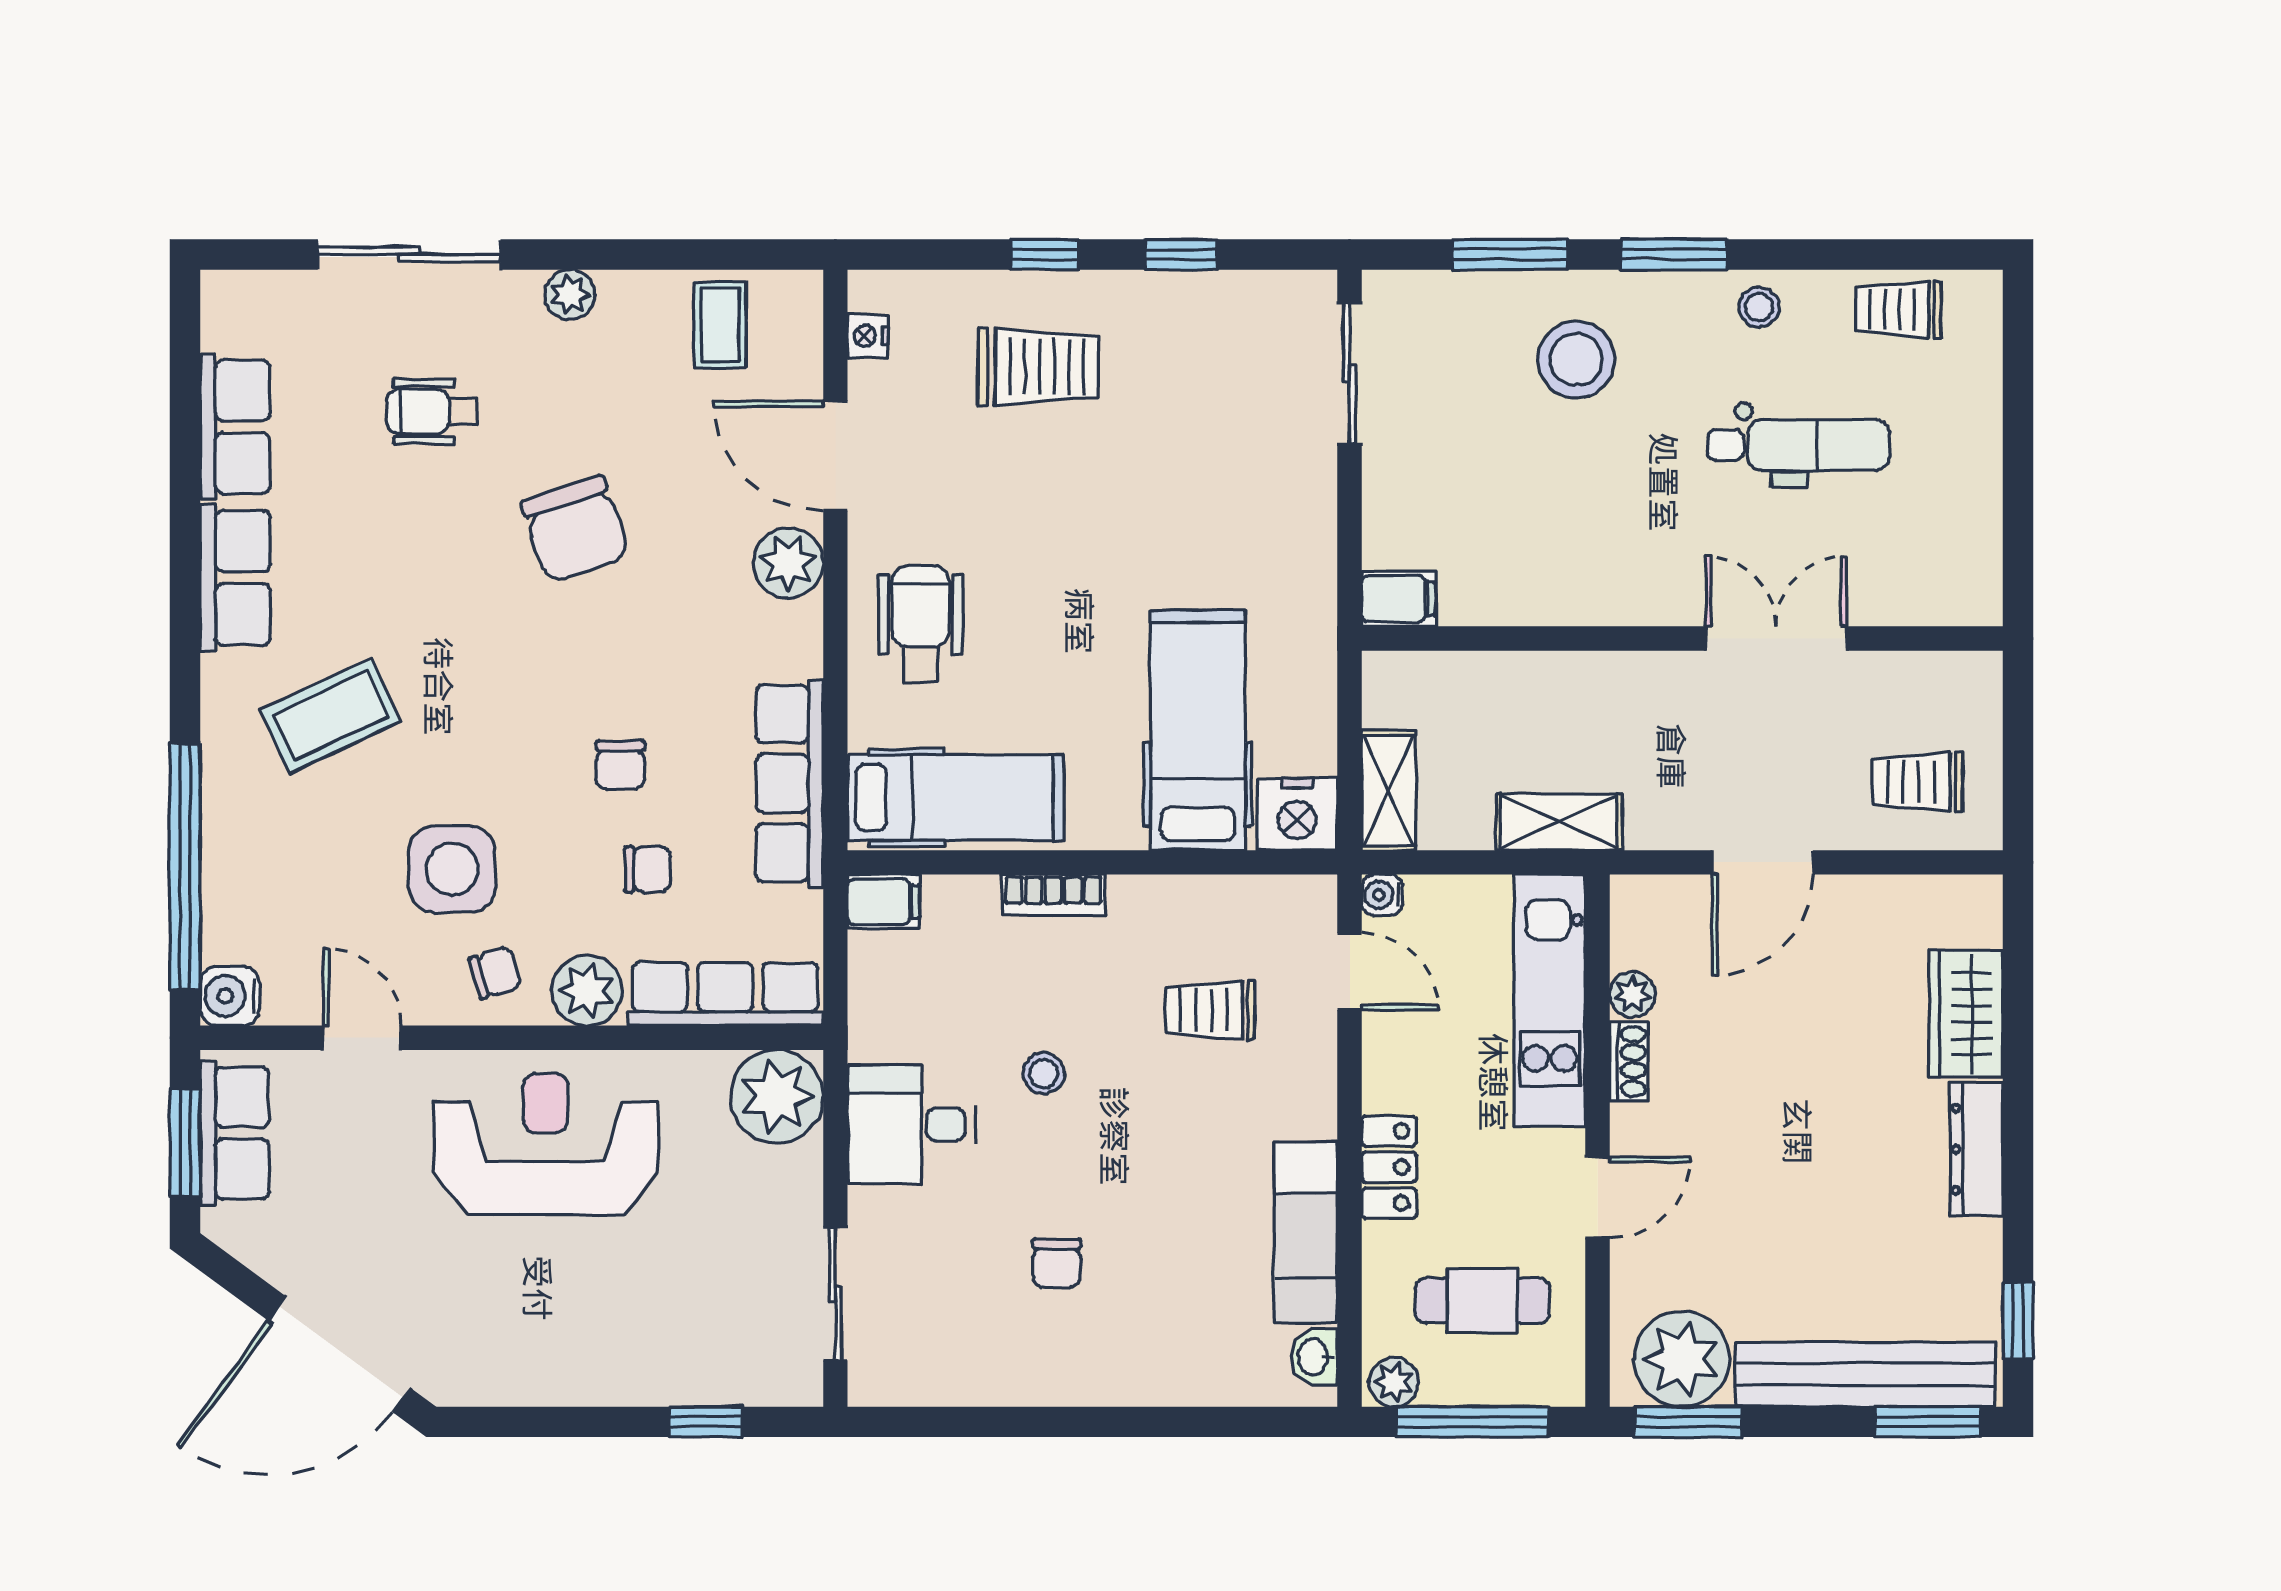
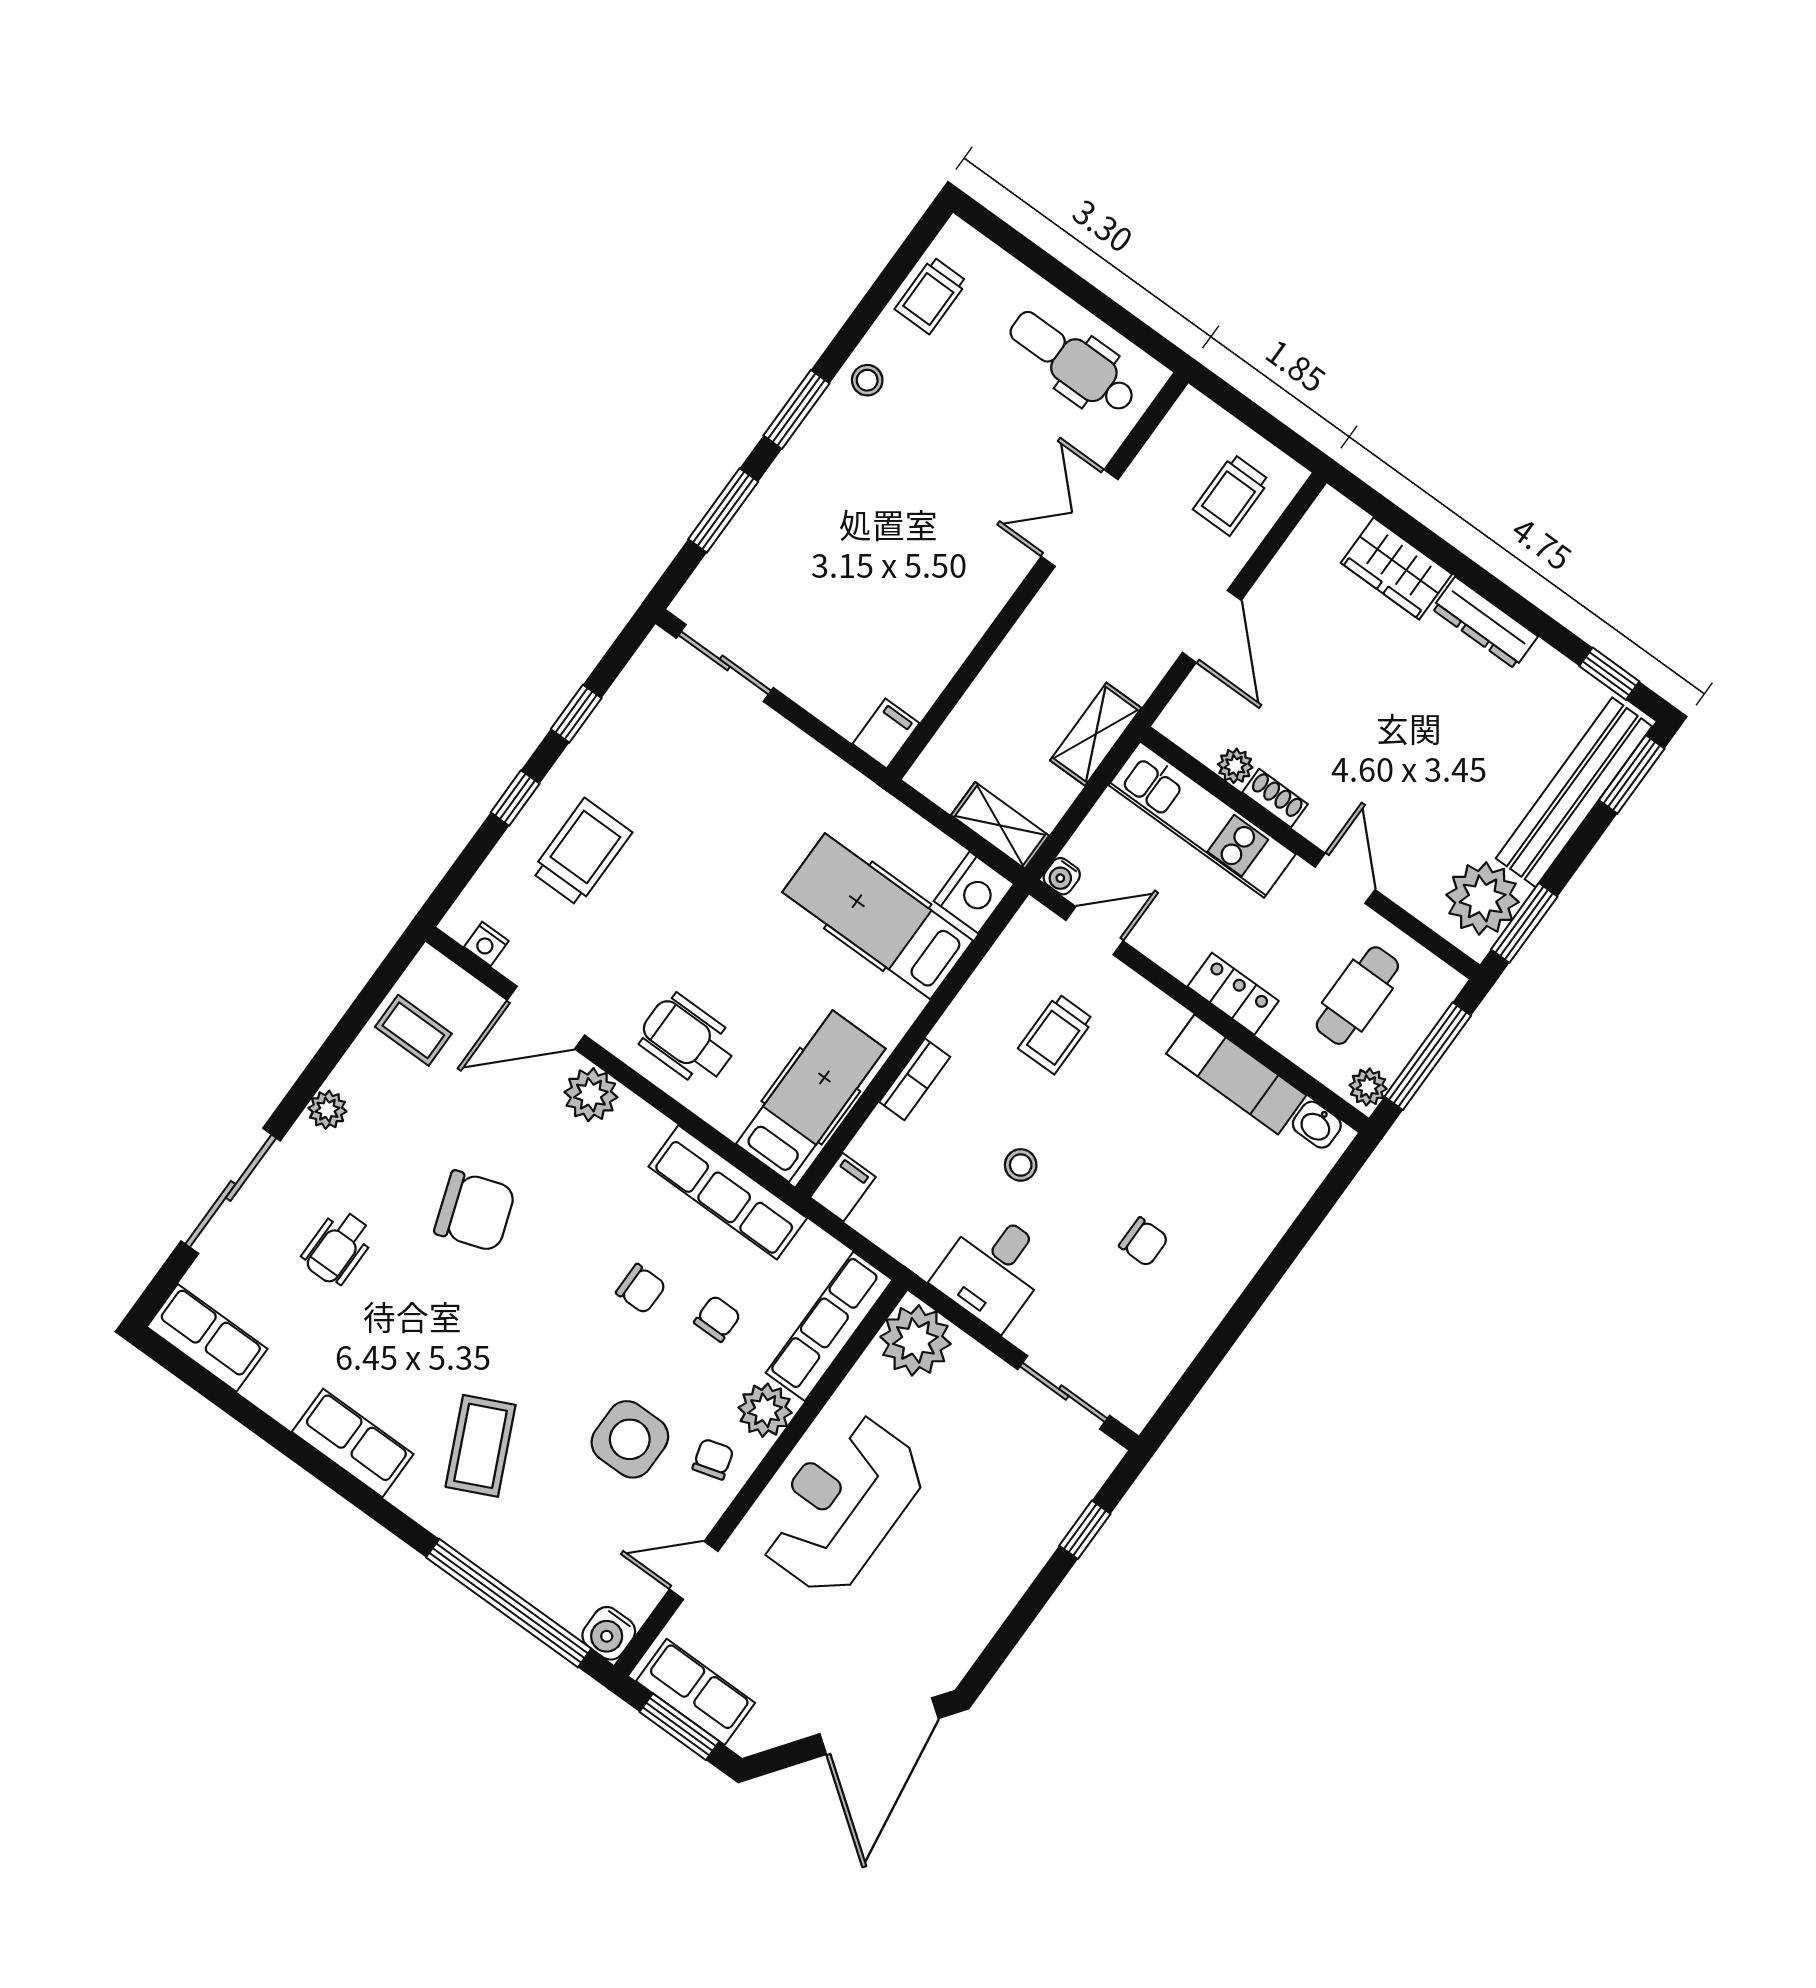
stool: (1576, 359) -> (818, 517), removed
row of seats: (235, 427) -> (207, 1338), moved
dental chair: (1799, 445) -> (1073, 362), moved, turned -90

